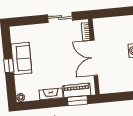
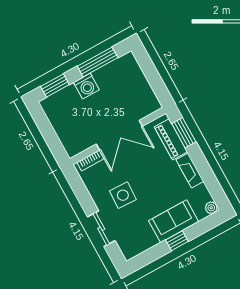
sliding door: (60, 17) -> (101, 229), moved
side table: (54, 43) -> (123, 195), added
sofa: (21, 58) -> (174, 221), moved

